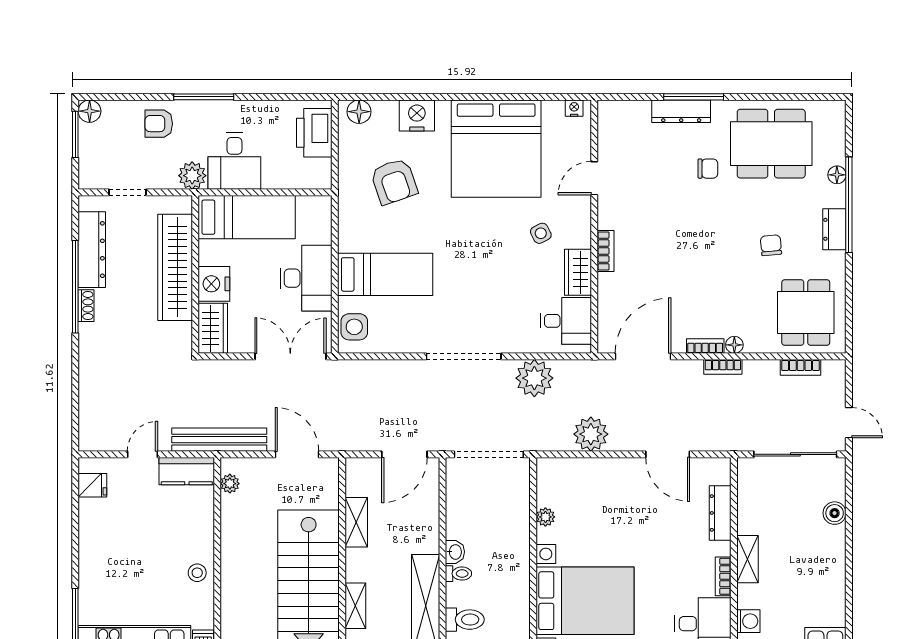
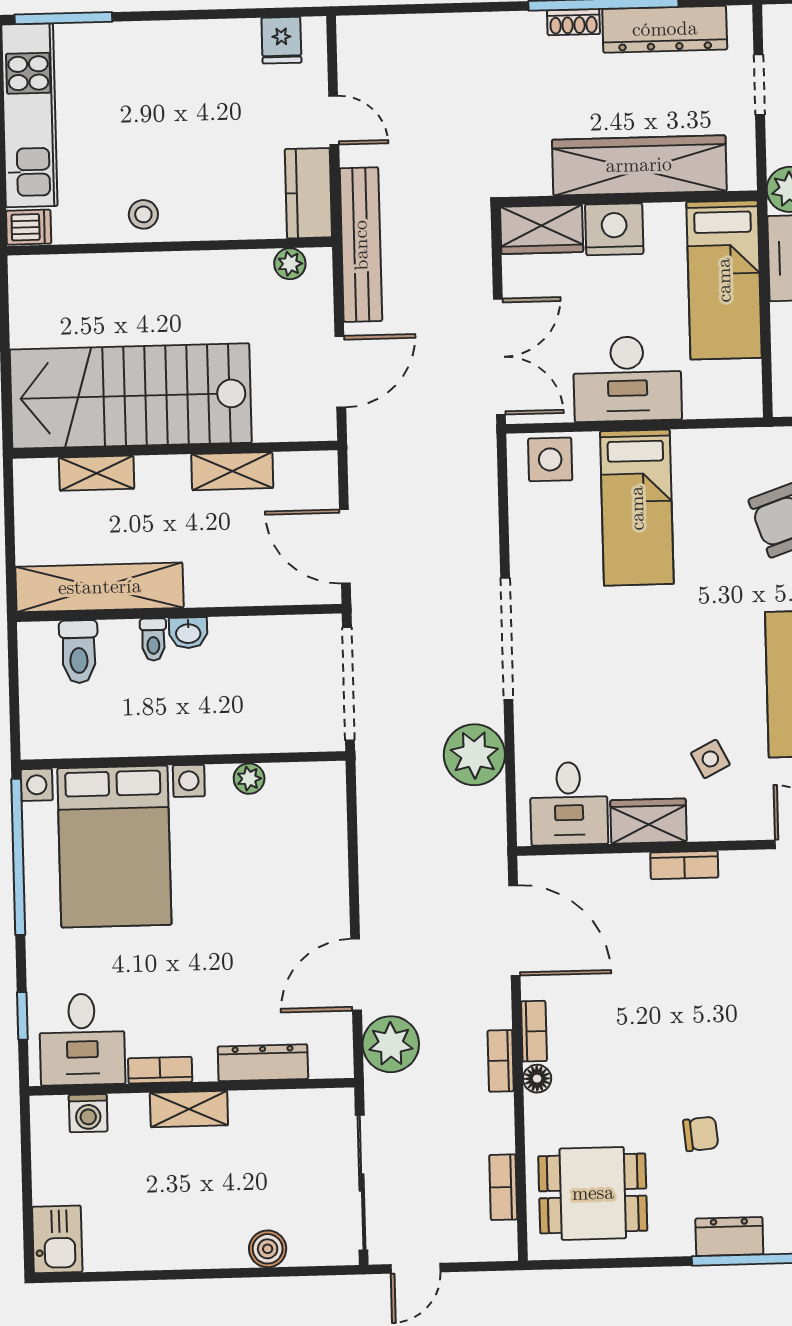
plant: (591, 434) -> (391, 1044), moved

